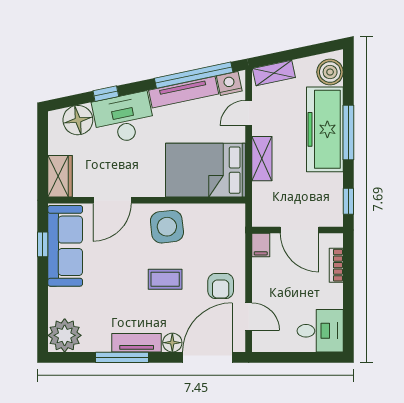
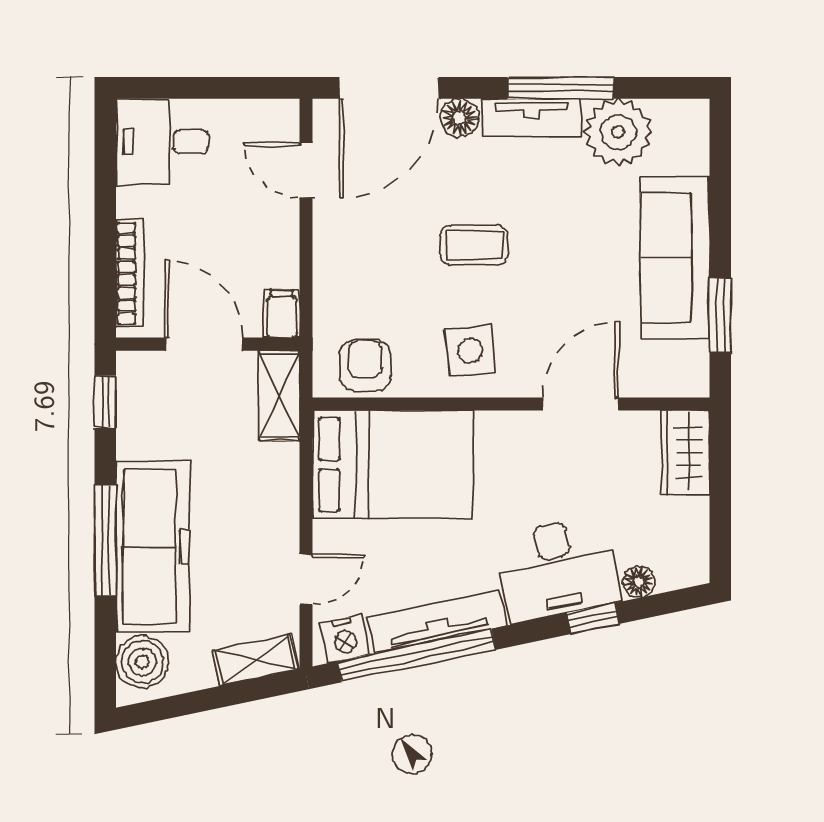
floor lamp: (78, 120) -> (639, 582), width x0.53, depth x0.53
shelving: (262, 159) -> (279, 395), moved
side table: (167, 227) -> (470, 351), width x0.73, depth x0.73
window: (43, 244) -> (720, 315), width x1.50
sofa: (65, 246) -> (675, 258), moved
bookcase: (336, 265) -> (130, 273), width x1.56
armchair: (221, 286) -> (365, 365), moved
plant: (65, 335) -> (618, 132), moved

